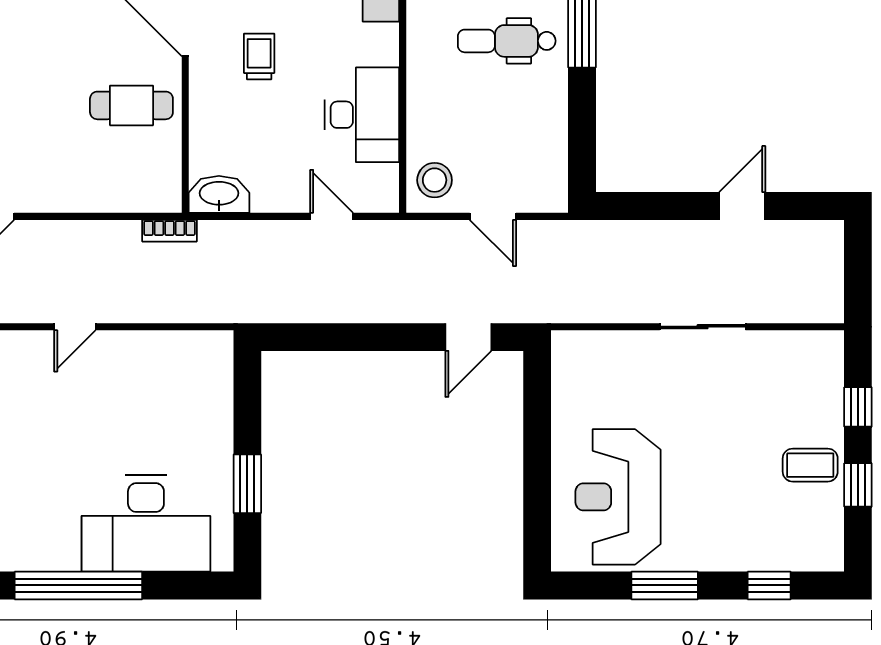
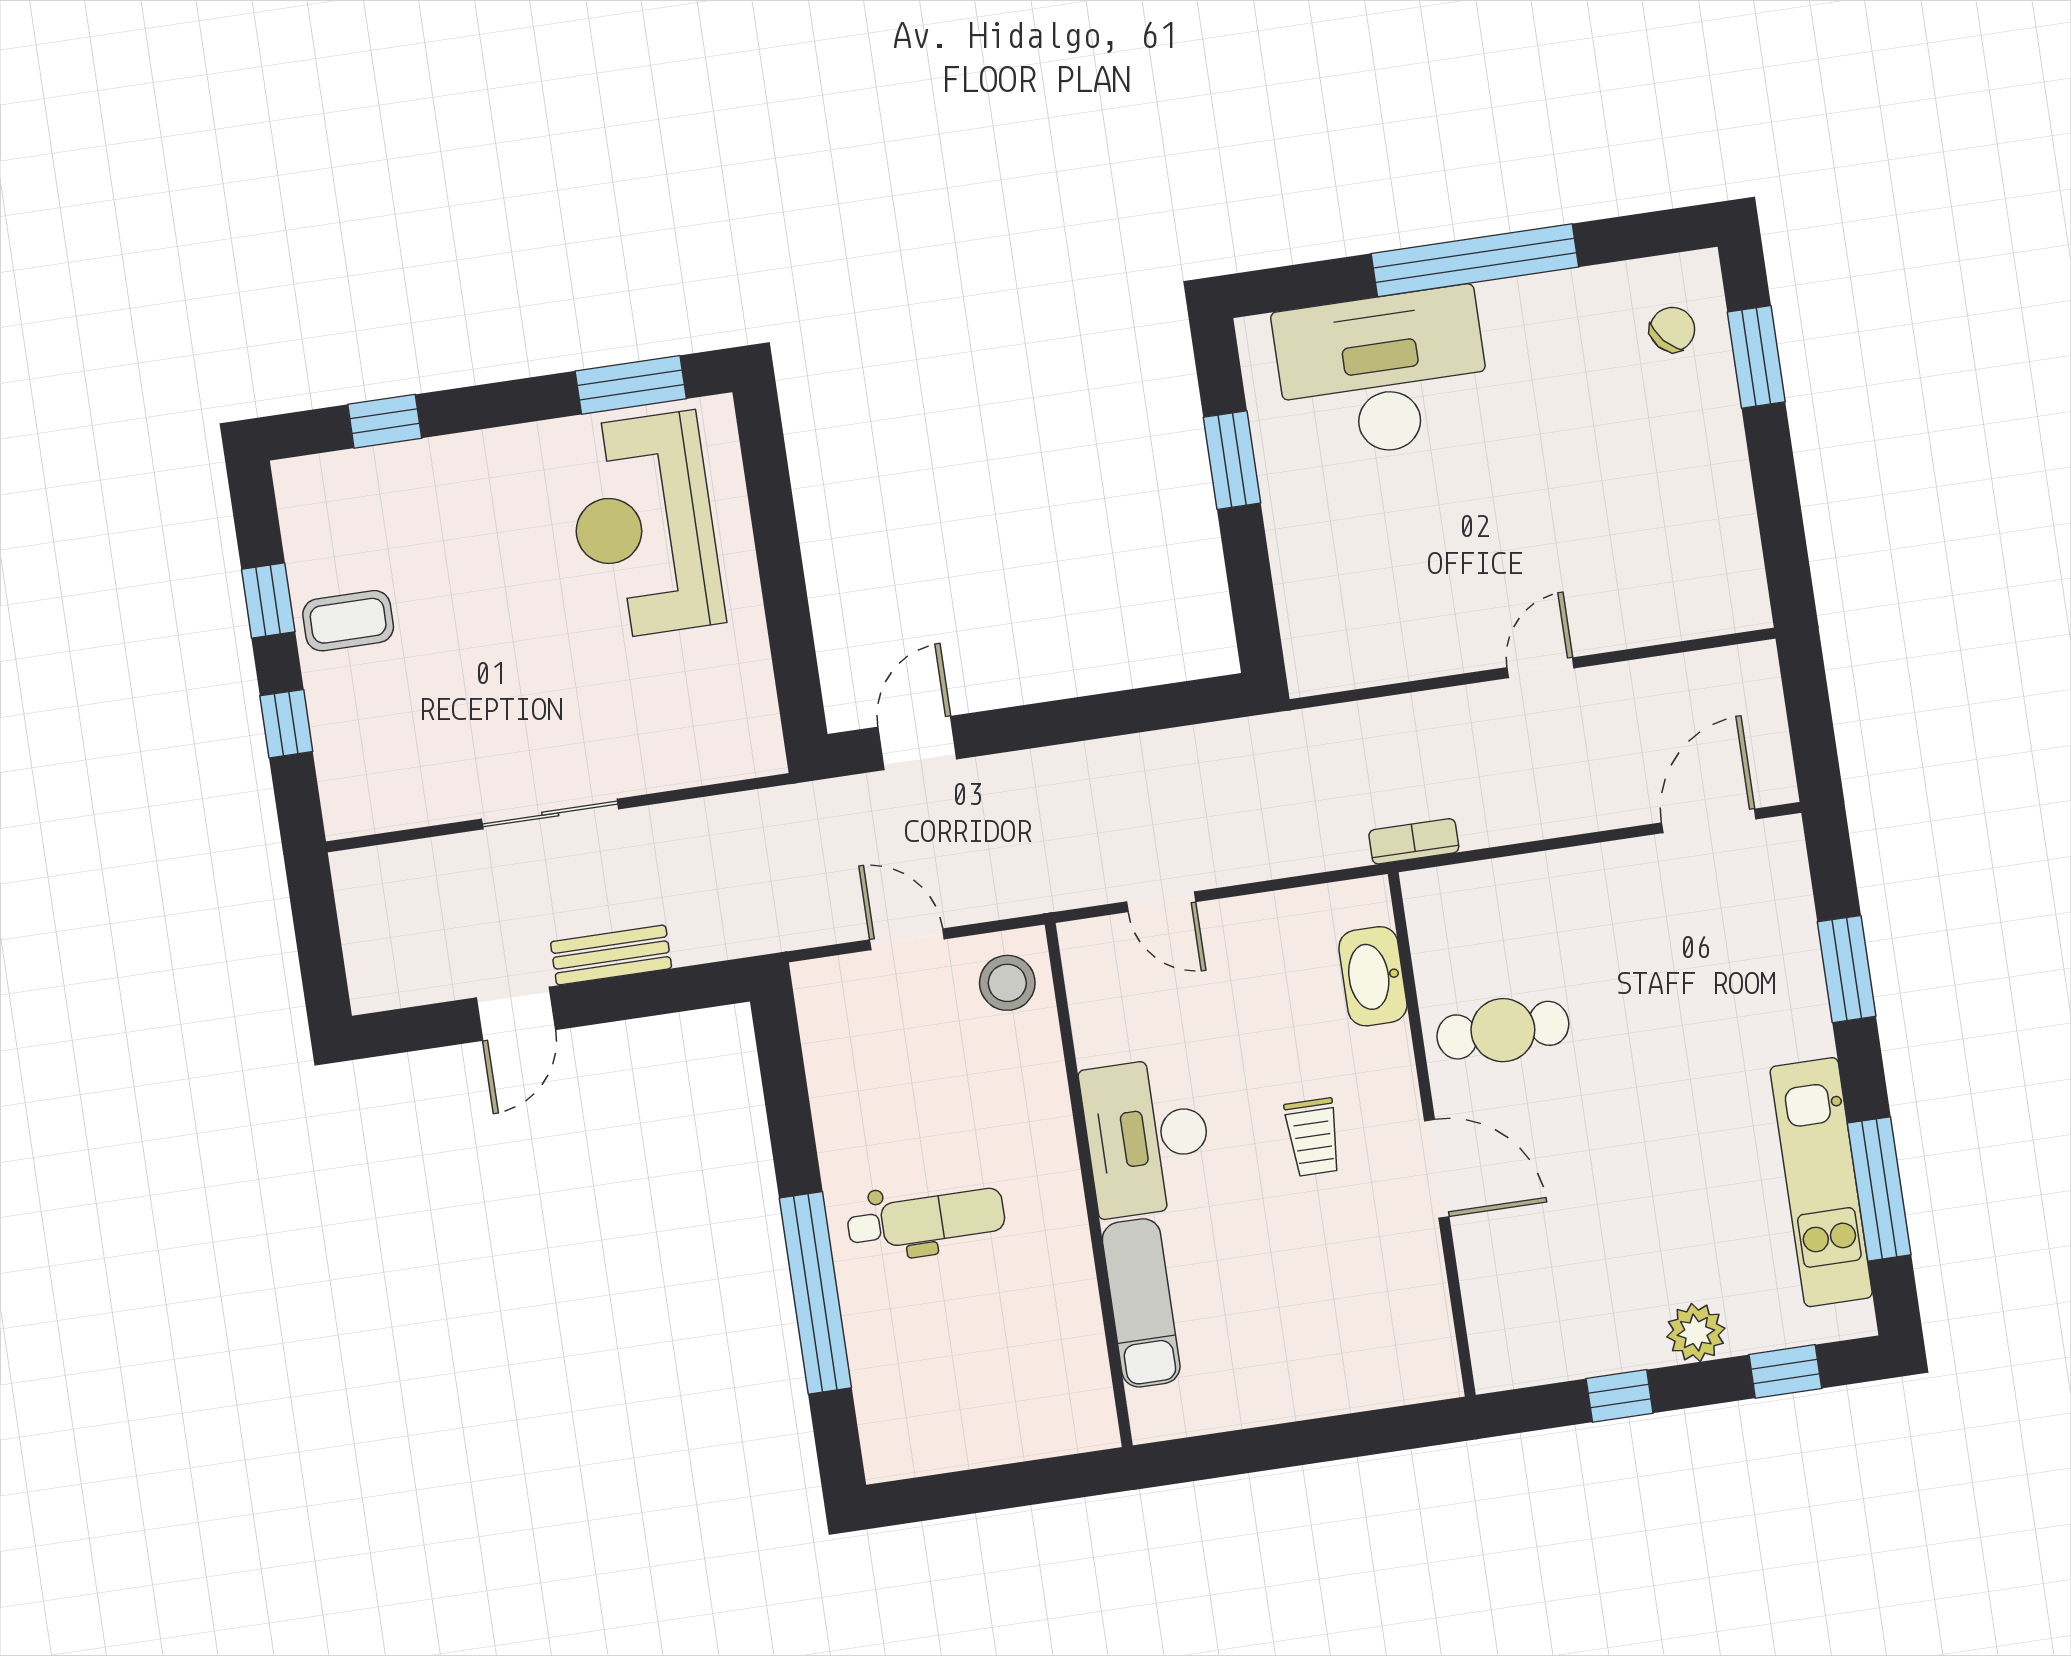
desk: (362, 115) -> (1147, 1137), moved
washbasin: (219, 194) -> (1373, 976), moved, turned 90
bench: (678, 234) -> (611, 955), added
reception desk: (618, 497) -> (644, 526), turned 180
window: (665, 585) -> (631, 385), moved

